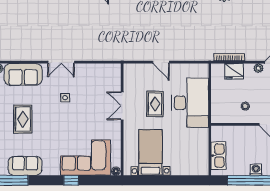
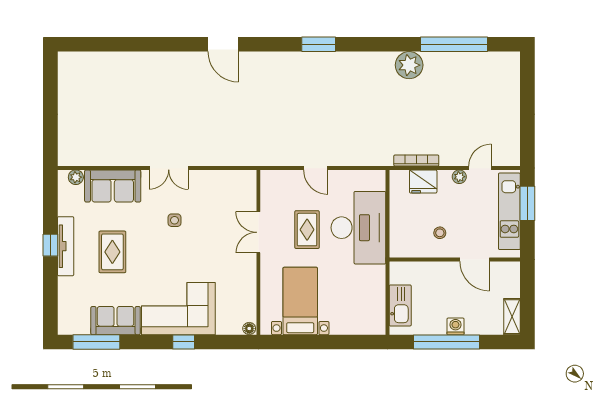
corner sofa: (86, 158) -> (178, 309), moved

